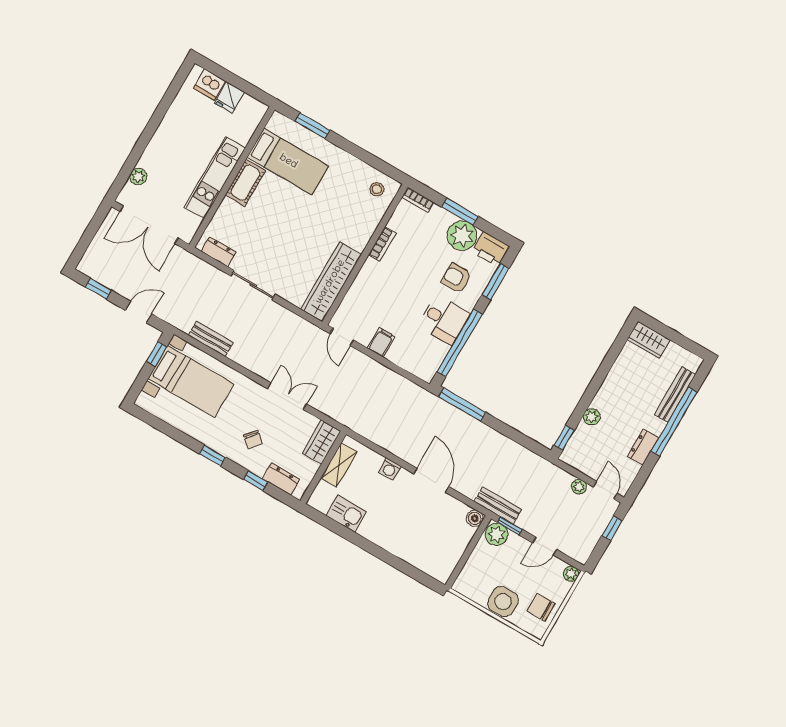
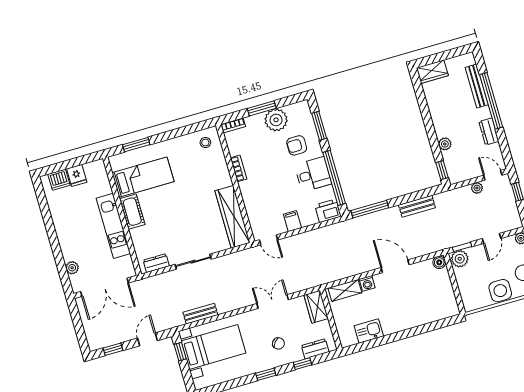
printer: (490, 249) -> (328, 211), moved, turned 180
shelving: (339, 465) -> (345, 290), moved, turned 90
bench: (498, 506) -> (417, 206), moved

